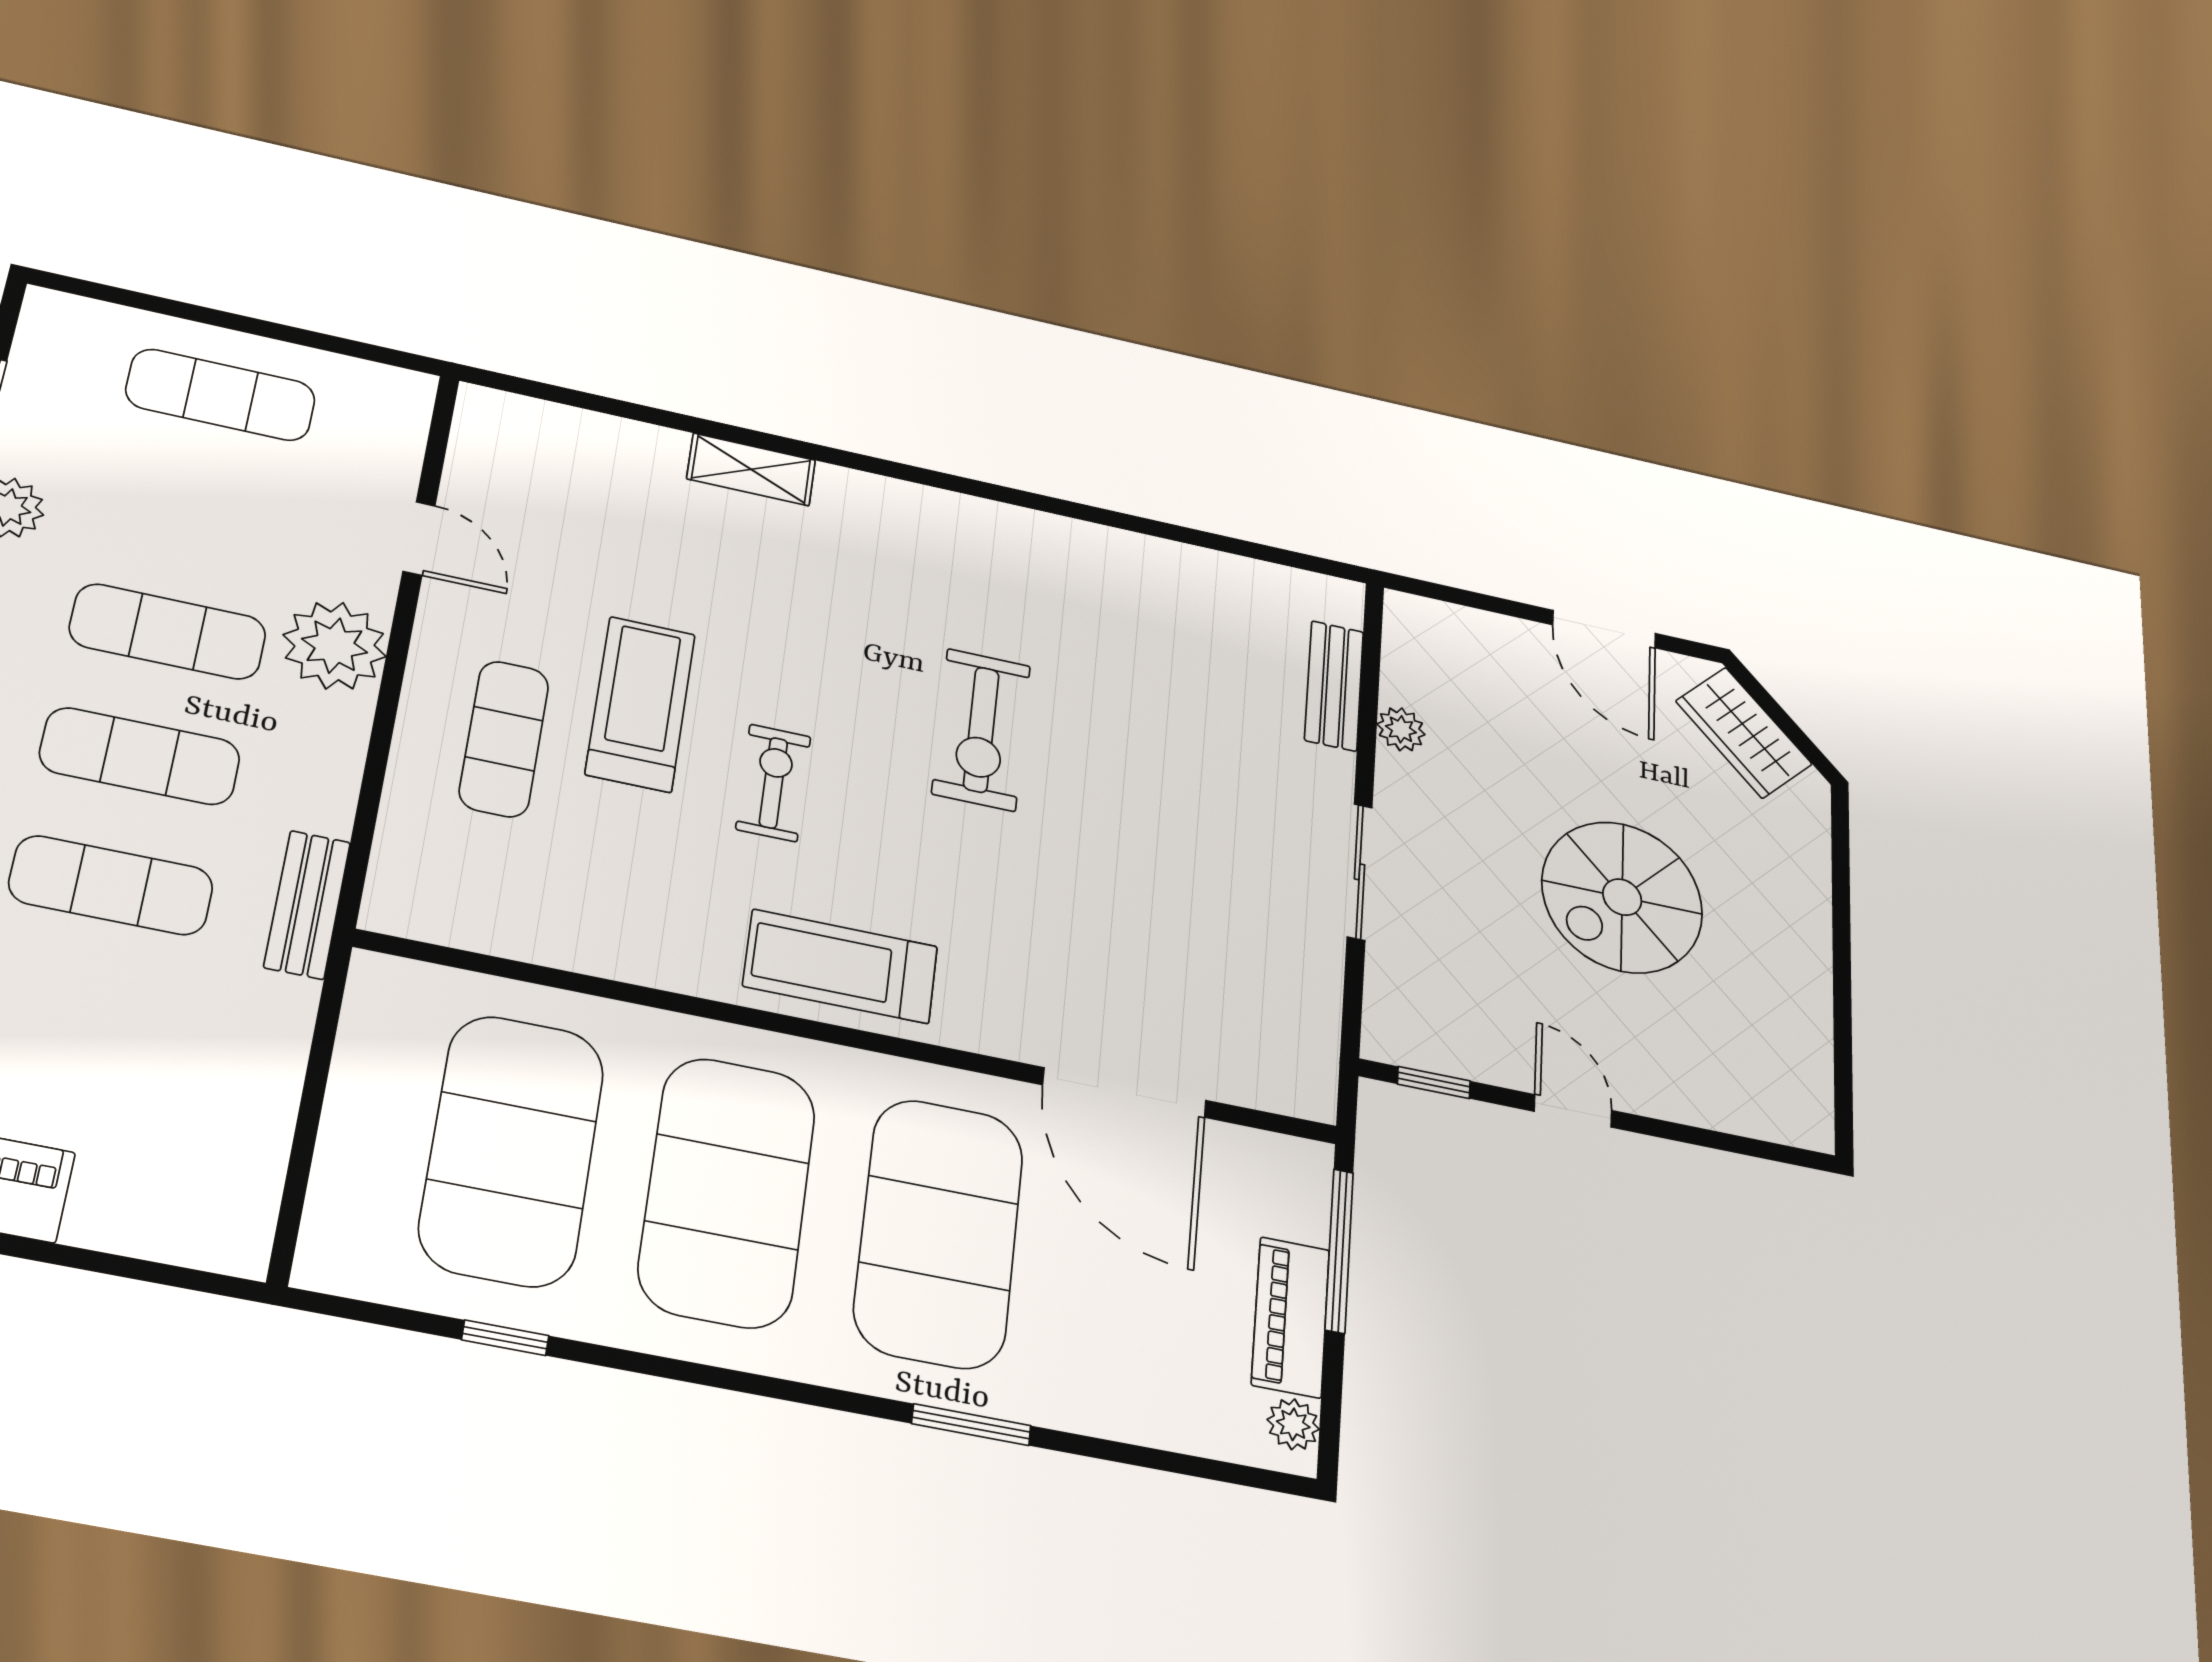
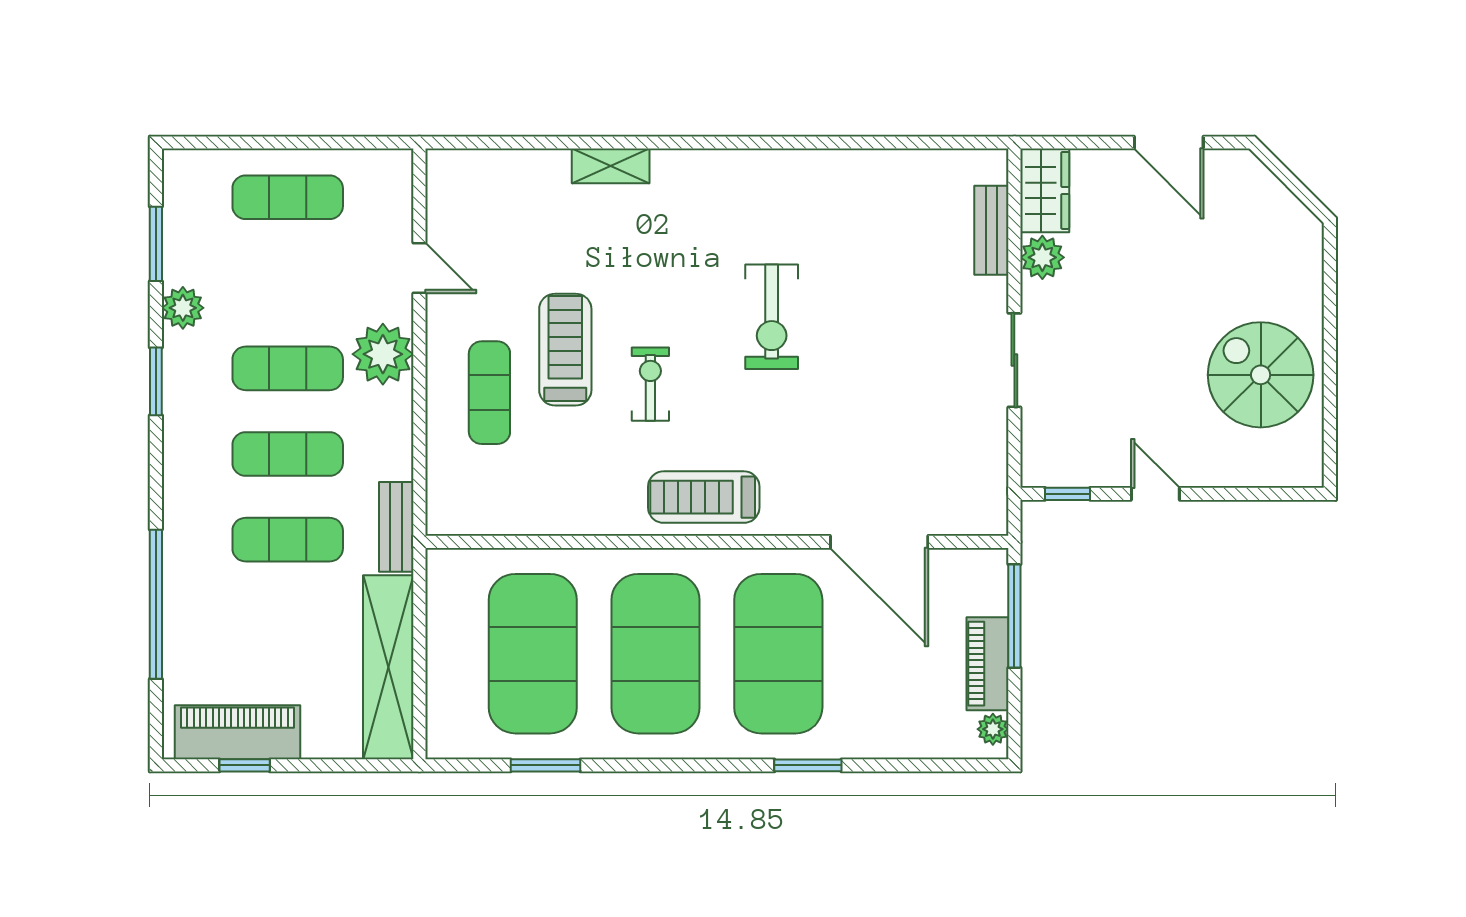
plant: (1401, 729) -> (1042, 257), width x1.38, depth x1.38
wardrobe: (1744, 733) -> (1045, 190), moved, turned -135
spiral stairs: (1622, 897) -> (1261, 375), moved, turned 90
shelving: (250, 1122) -> (388, 667), added
window: (505, 1338) -> (546, 765), width x1.50

